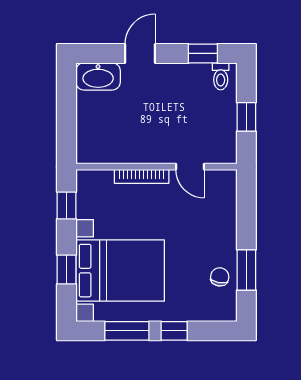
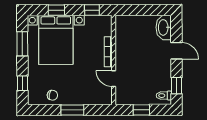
door: (190, 167) -> (114, 79), hinge flipped
window: (246, 270) -> (72, 110), moved
window: (174, 331) -> (22, 83), moved

